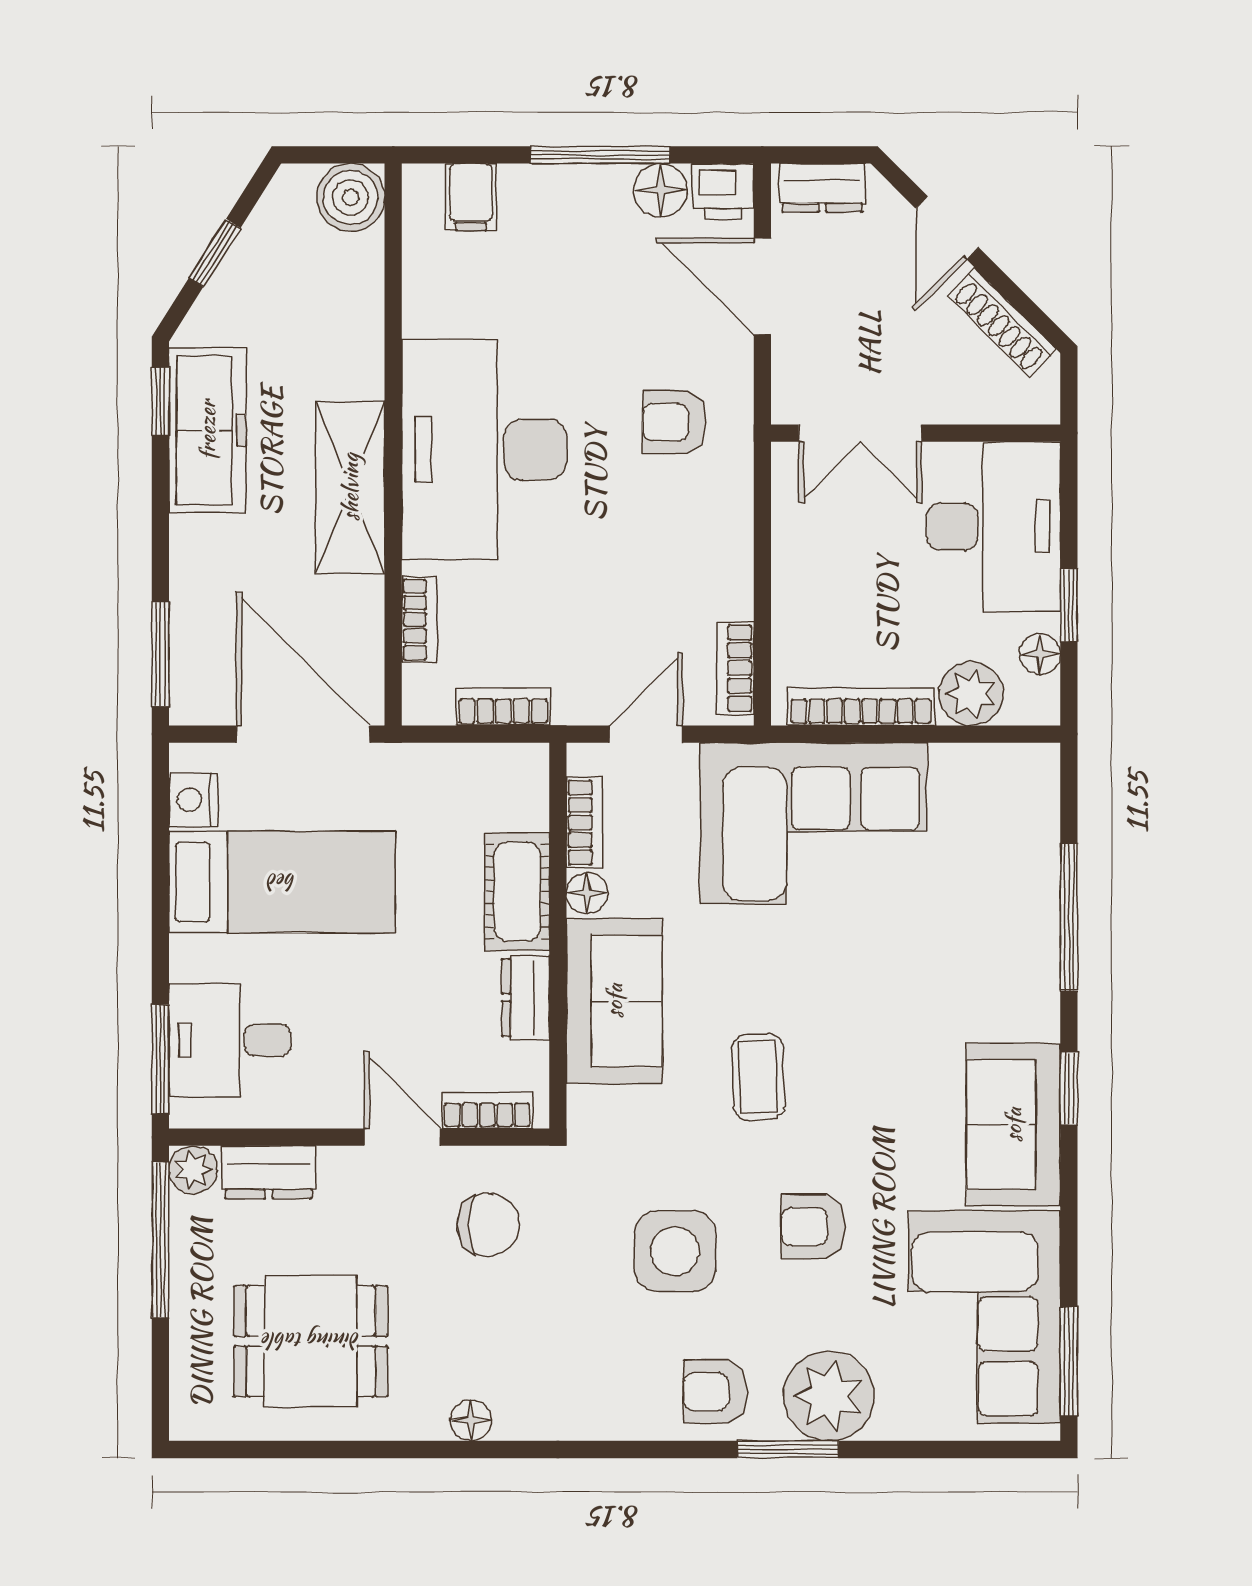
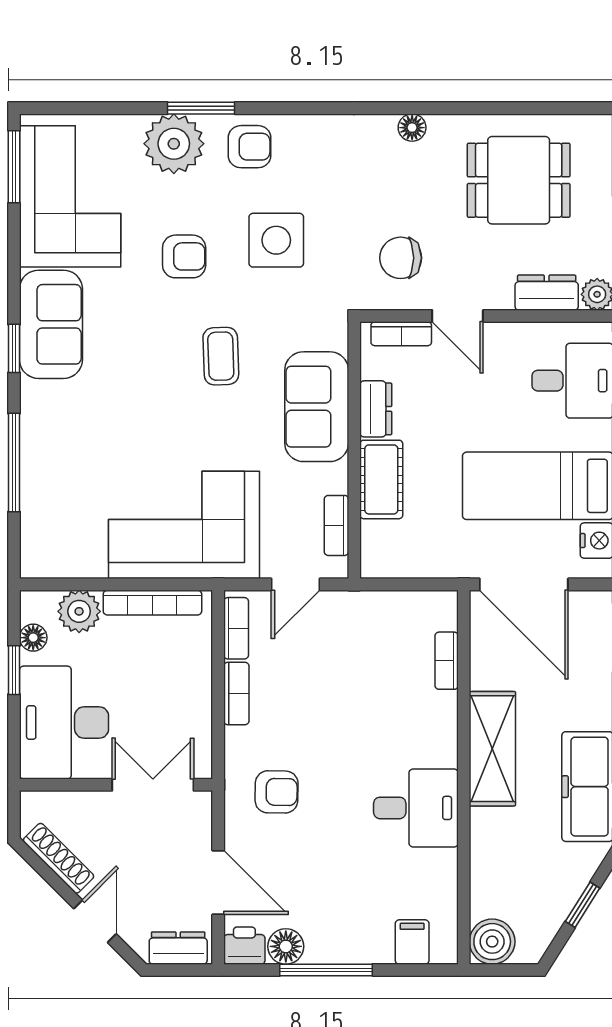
desk: (484, 449) -> (416, 808), width x0.53, depth x0.77
bookcase: (503, 707) -> (236, 693), moved, turned -90
floor lamp: (587, 893) -> (335, 479), removed

